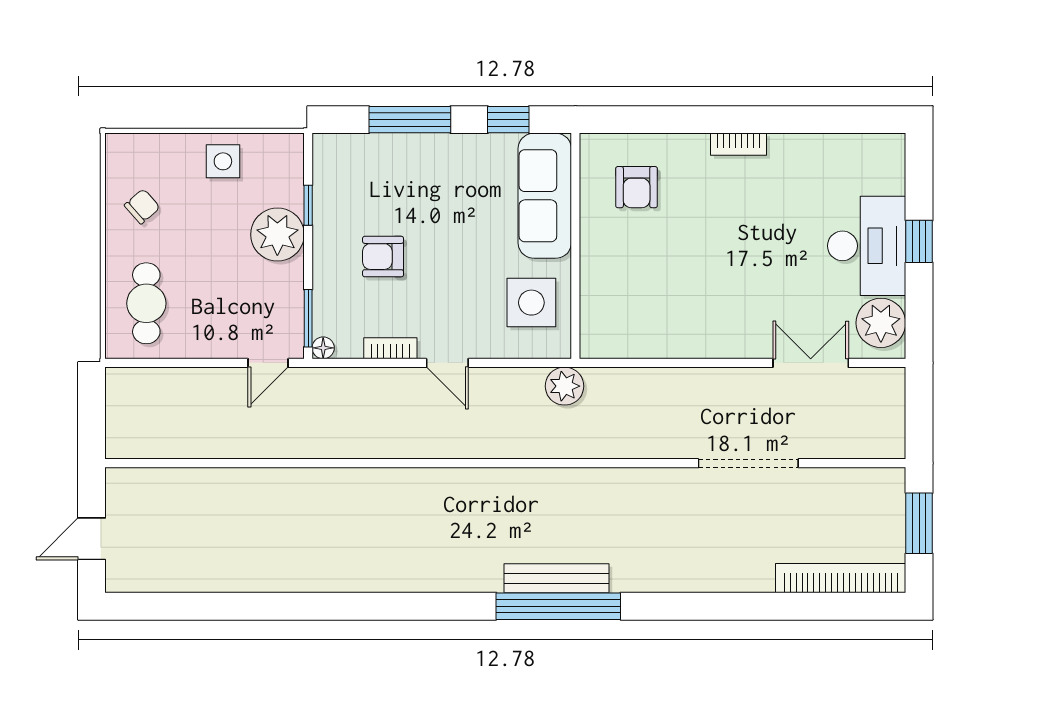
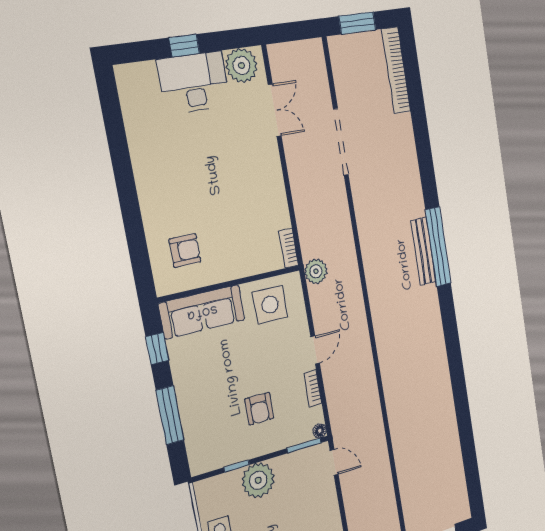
bookcase: (739, 144) -> (289, 248), moved, turned 180
double door: (811, 363) -> (275, 110), swing flipped

